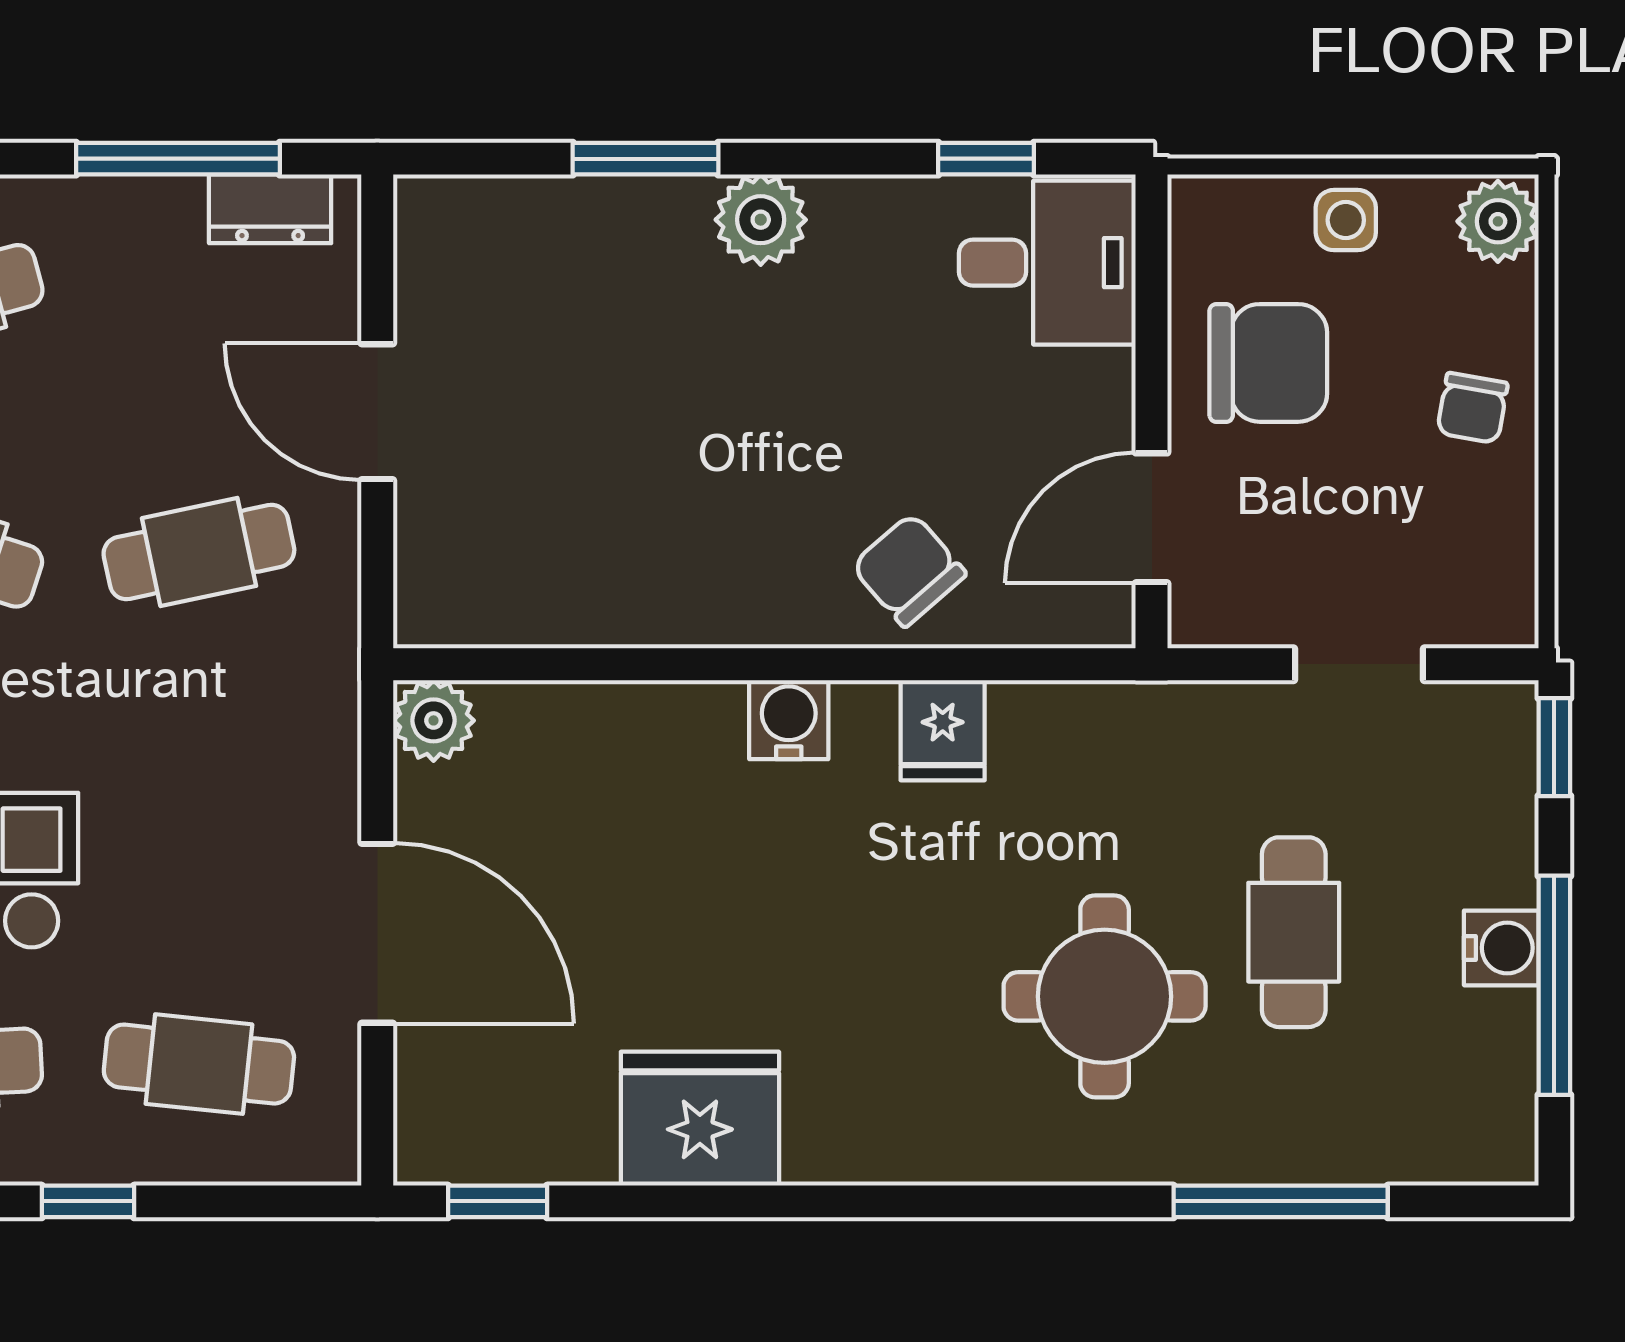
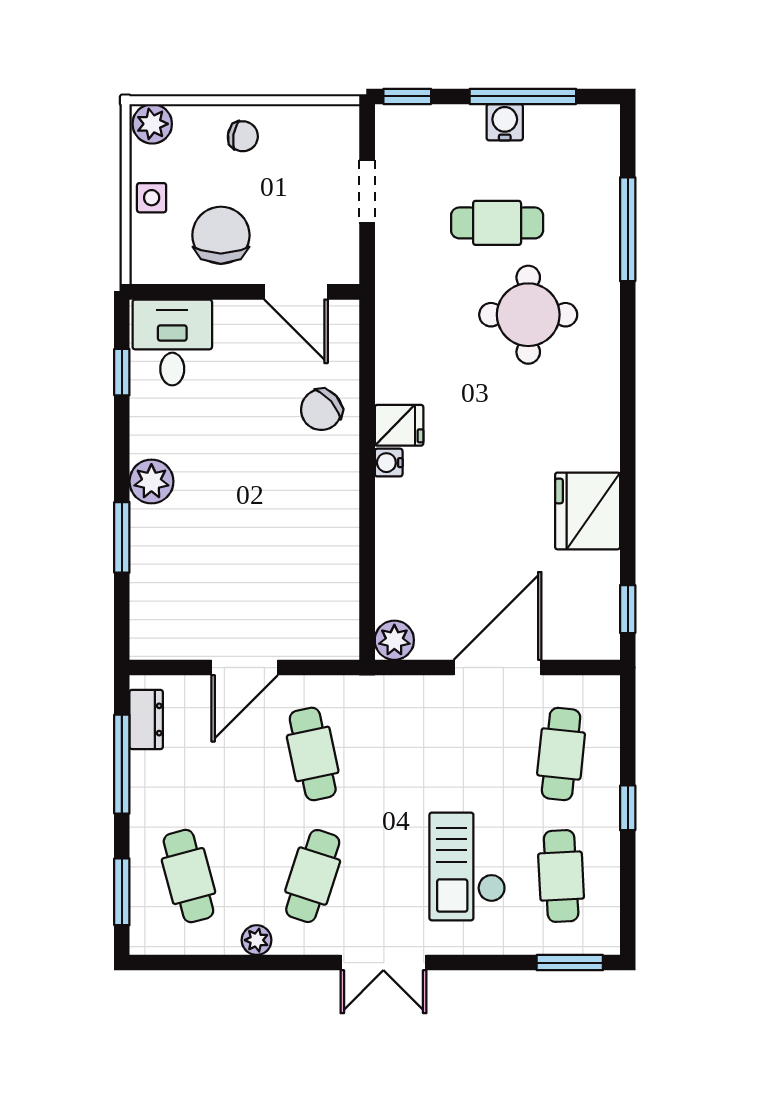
water cooler: (789, 720) -> (389, 463), width x0.72, depth x0.72
fridge: (943, 730) -> (399, 425), moved

